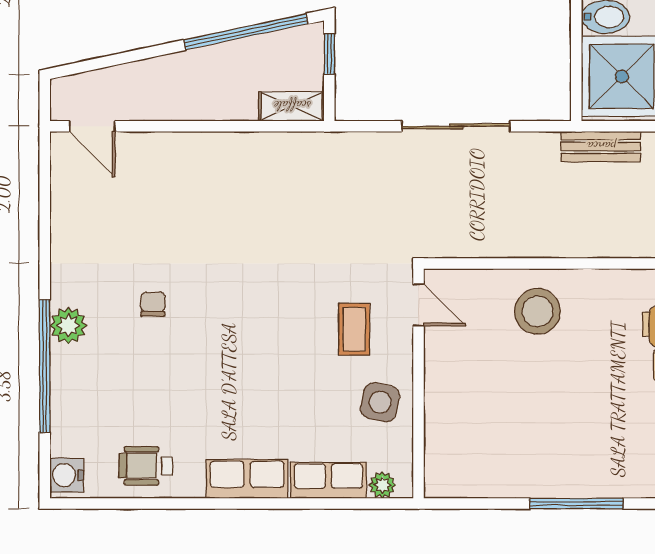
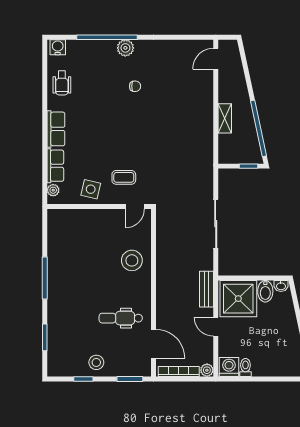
shelving: (292, 106) -> (225, 118), moved
wheelchair: (146, 466) -> (62, 83), turned 180

